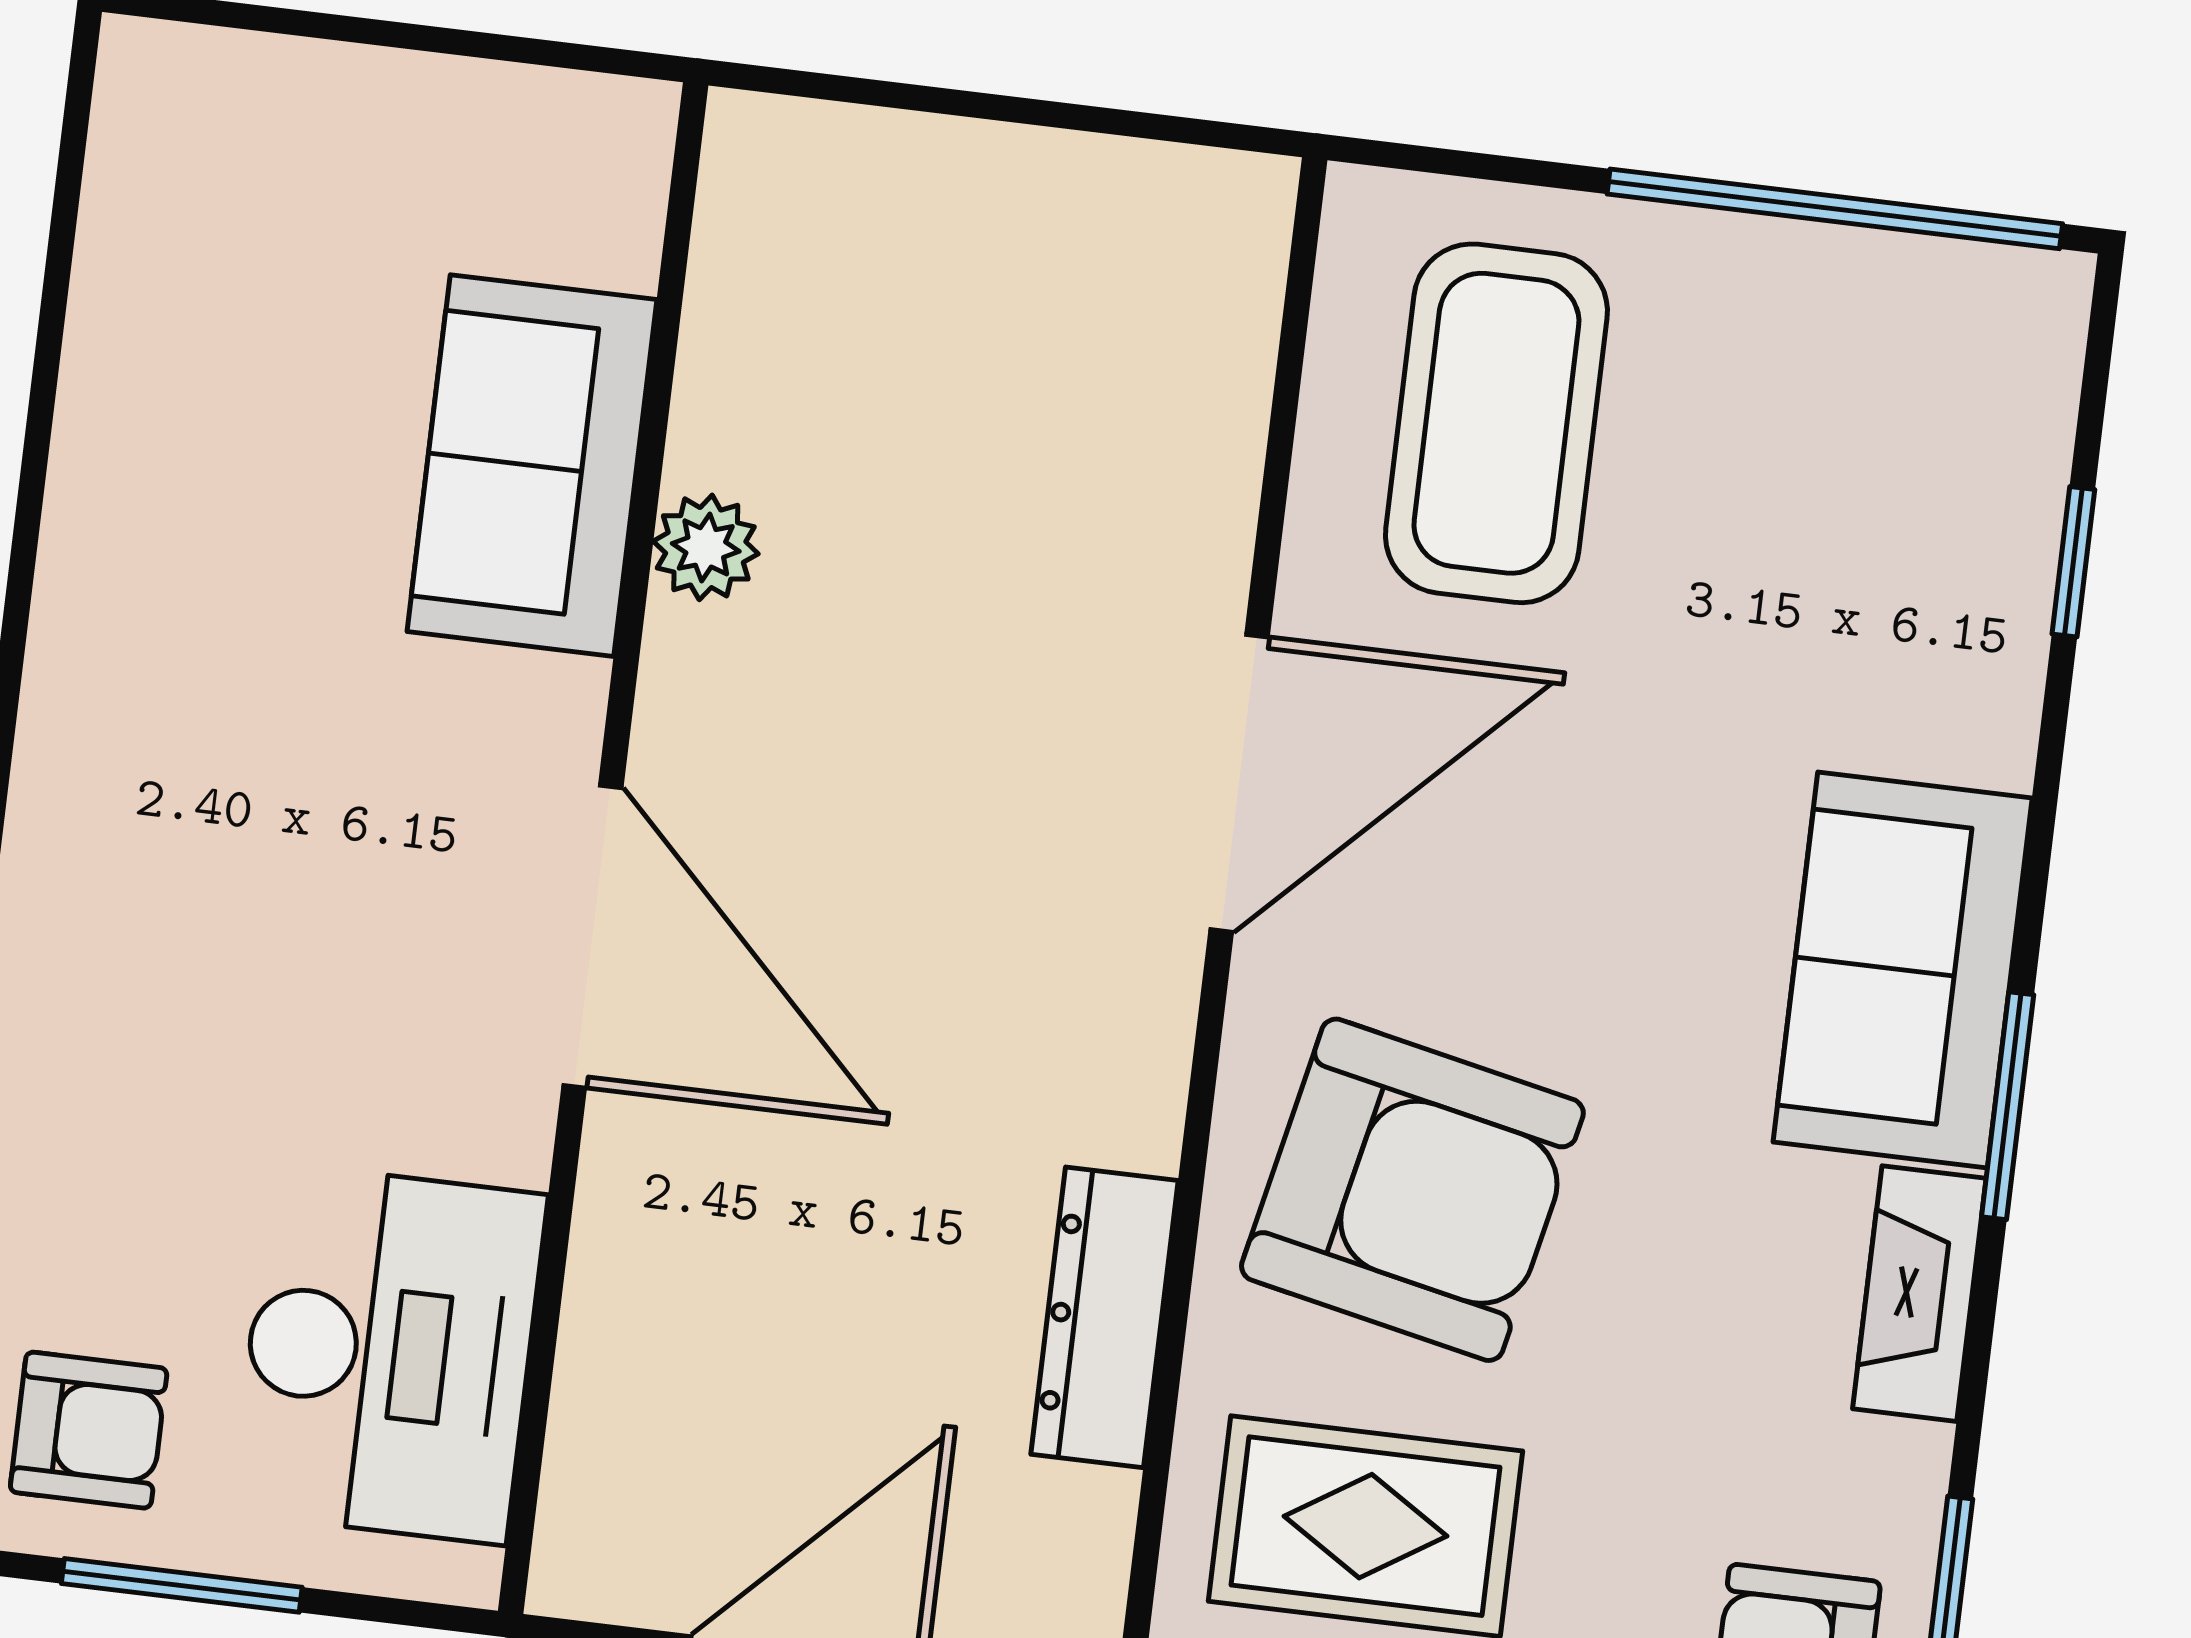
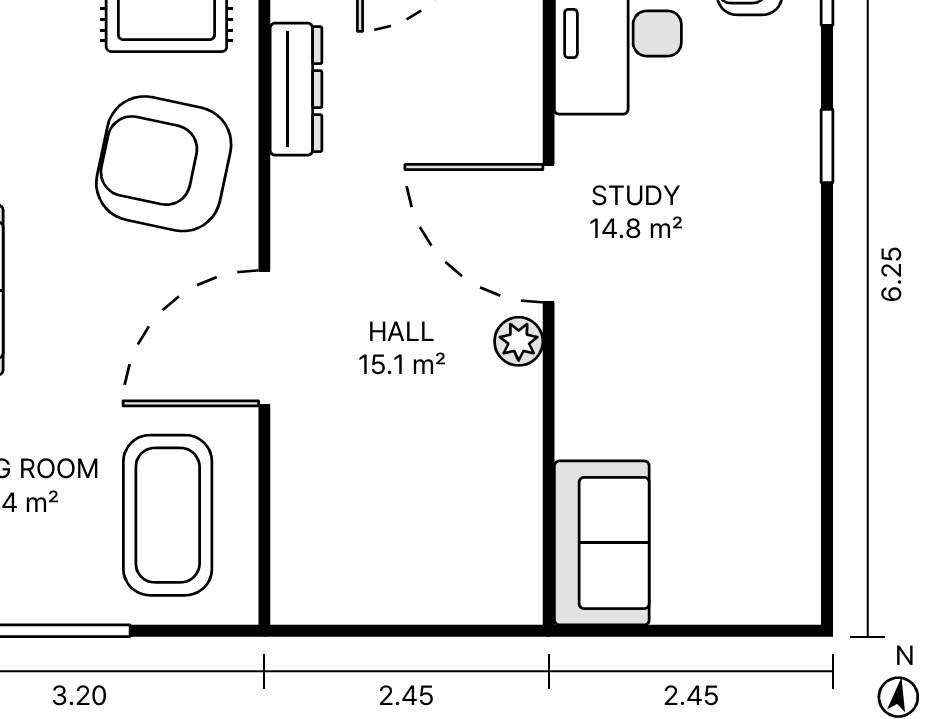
sofa: (532, 466) -> (602, 543), moved
plant: (706, 547) -> (519, 341), moved

